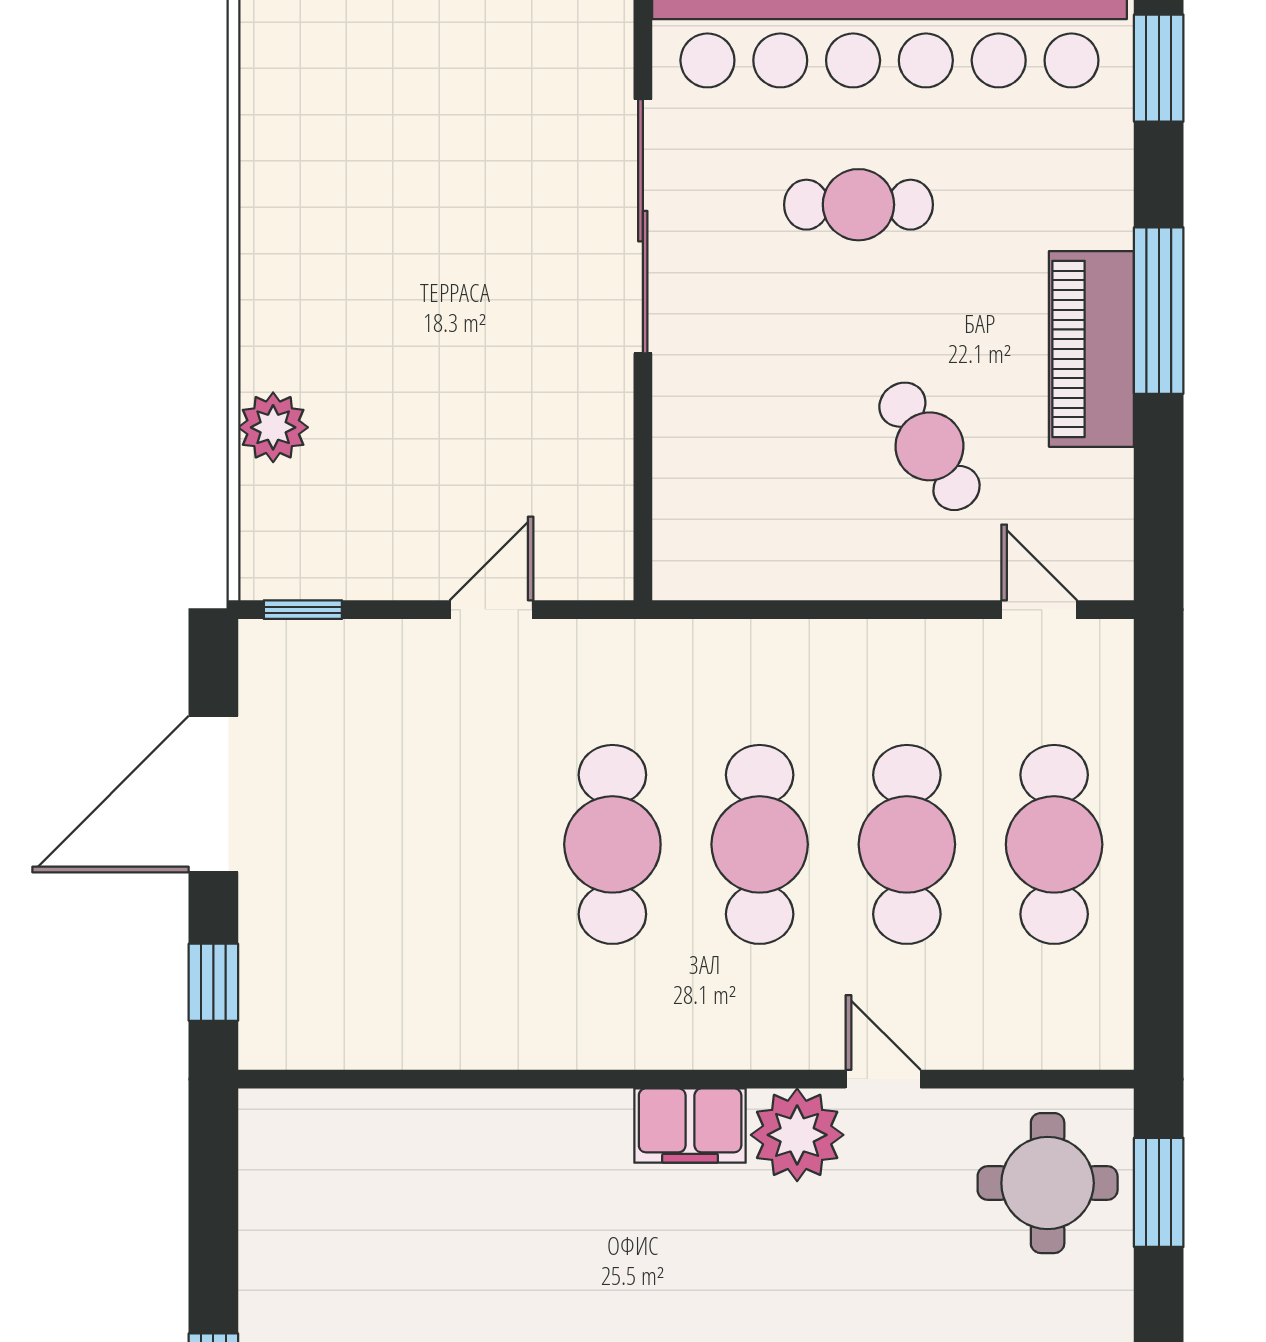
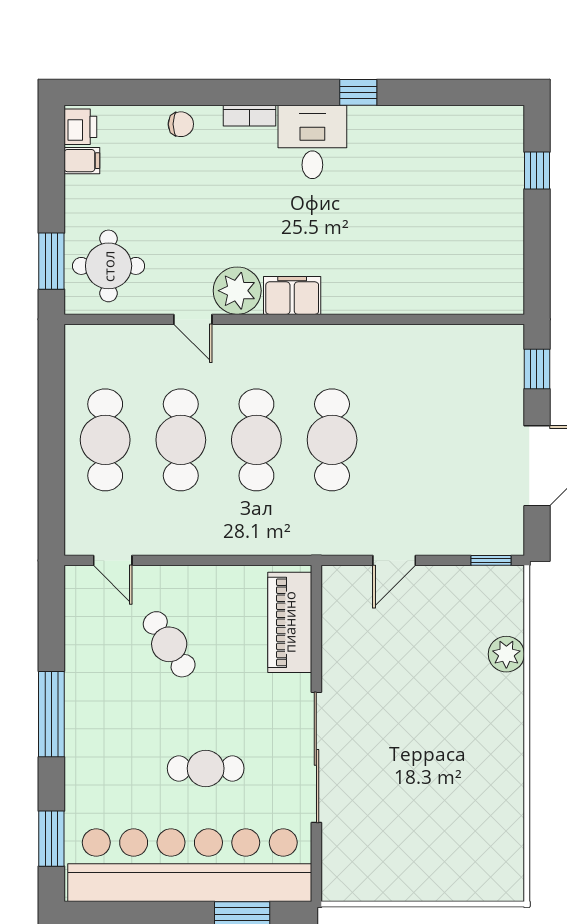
piano: (1091, 349) -> (290, 622), moved, turned 180

